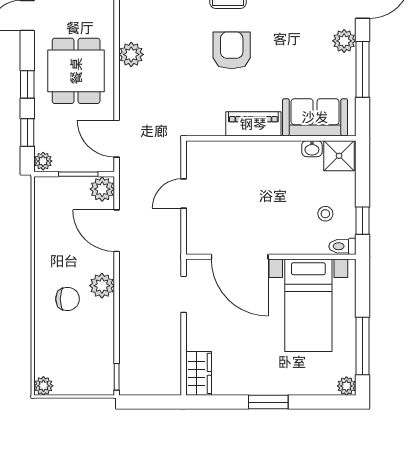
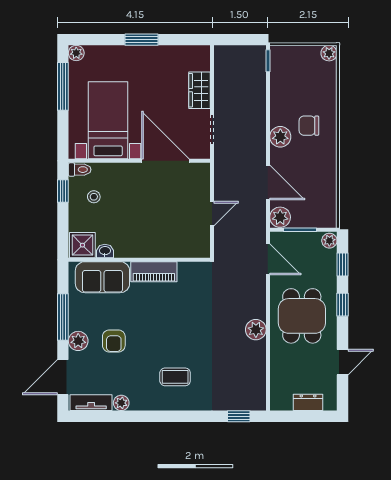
armchair: (232, 50) -> (114, 341), moved, width x0.72, depth x0.72
wardrobe: (199, 373) -> (200, 90), moved

